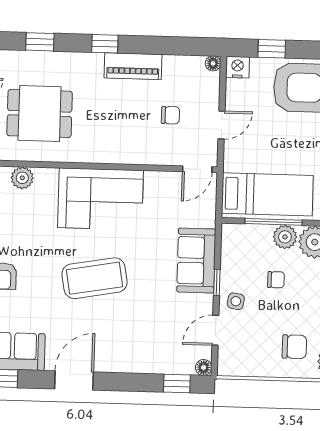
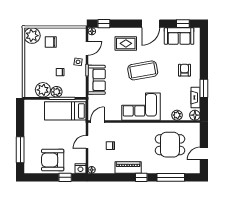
window: (40, 42) -> (171, 177), width x2.17
rug: (130, 338) -> (126, 43), added

